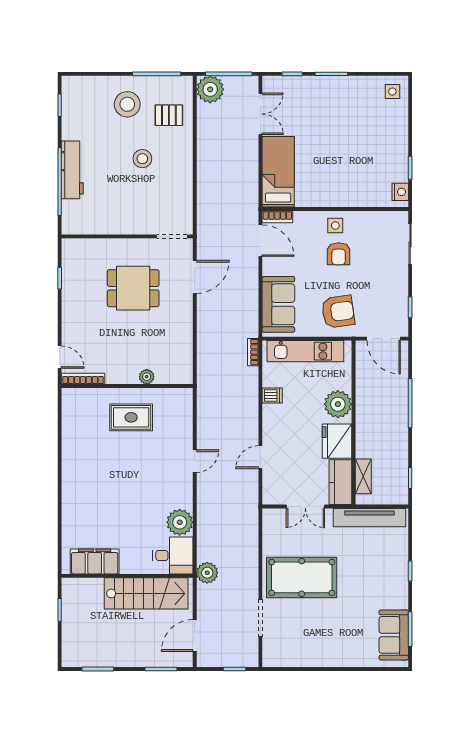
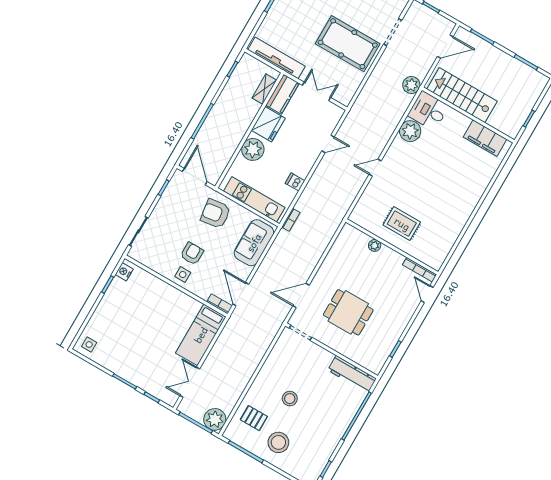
workbench: (72, 170) -> (352, 374), moved, turned -90

